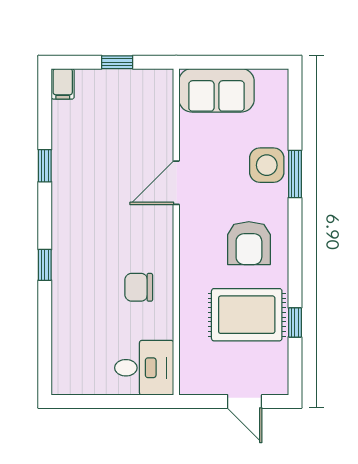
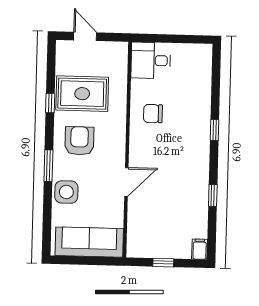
sofa: (217, 90) -> (89, 242), width x1.36
window: (295, 174) -> (48, 166), moved
chair: (139, 287) -> (153, 114), turned 180
window: (295, 322) -> (50, 103), moved

